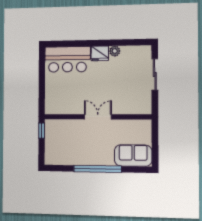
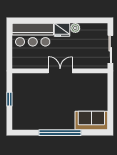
wall: (97, 117) -> (60, 71), moved
double door: (98, 117) -> (60, 71), moved

